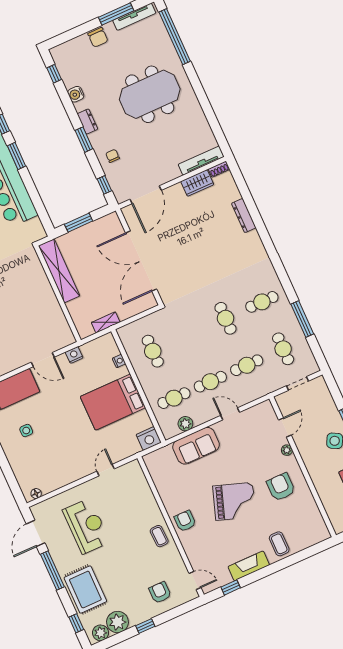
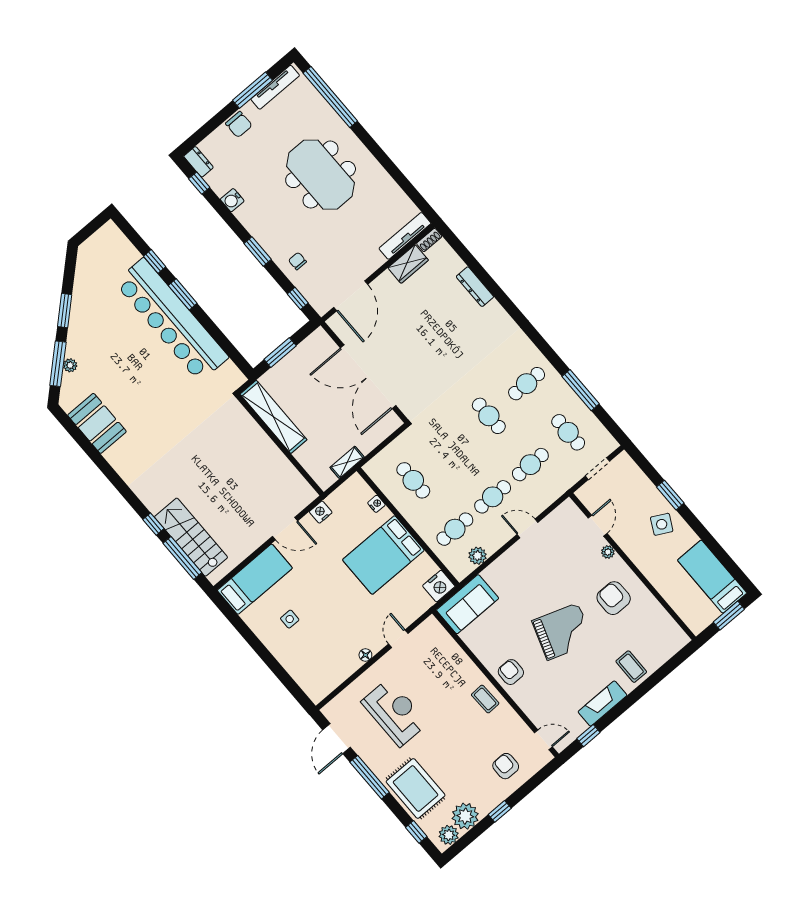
meeting table: (150, 94) -> (321, 175), turned 90
dresser: (87, 122) -> (199, 162), moved
sofa: (196, 446) -> (468, 604), moved
floor lamp: (36, 494) -> (365, 655), moved

